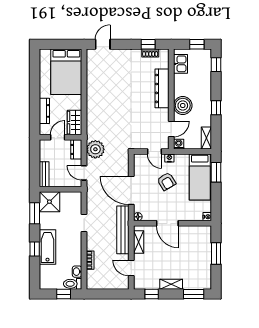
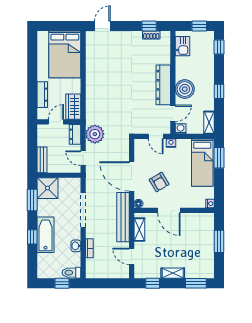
dresser: (162, 88) -> (163, 85), moved
armchair: (167, 181) -> (159, 182), moved
doorway: (84, 223) -> (83, 210), width x1.88
washbasin: (77, 272) -> (76, 246), moved

